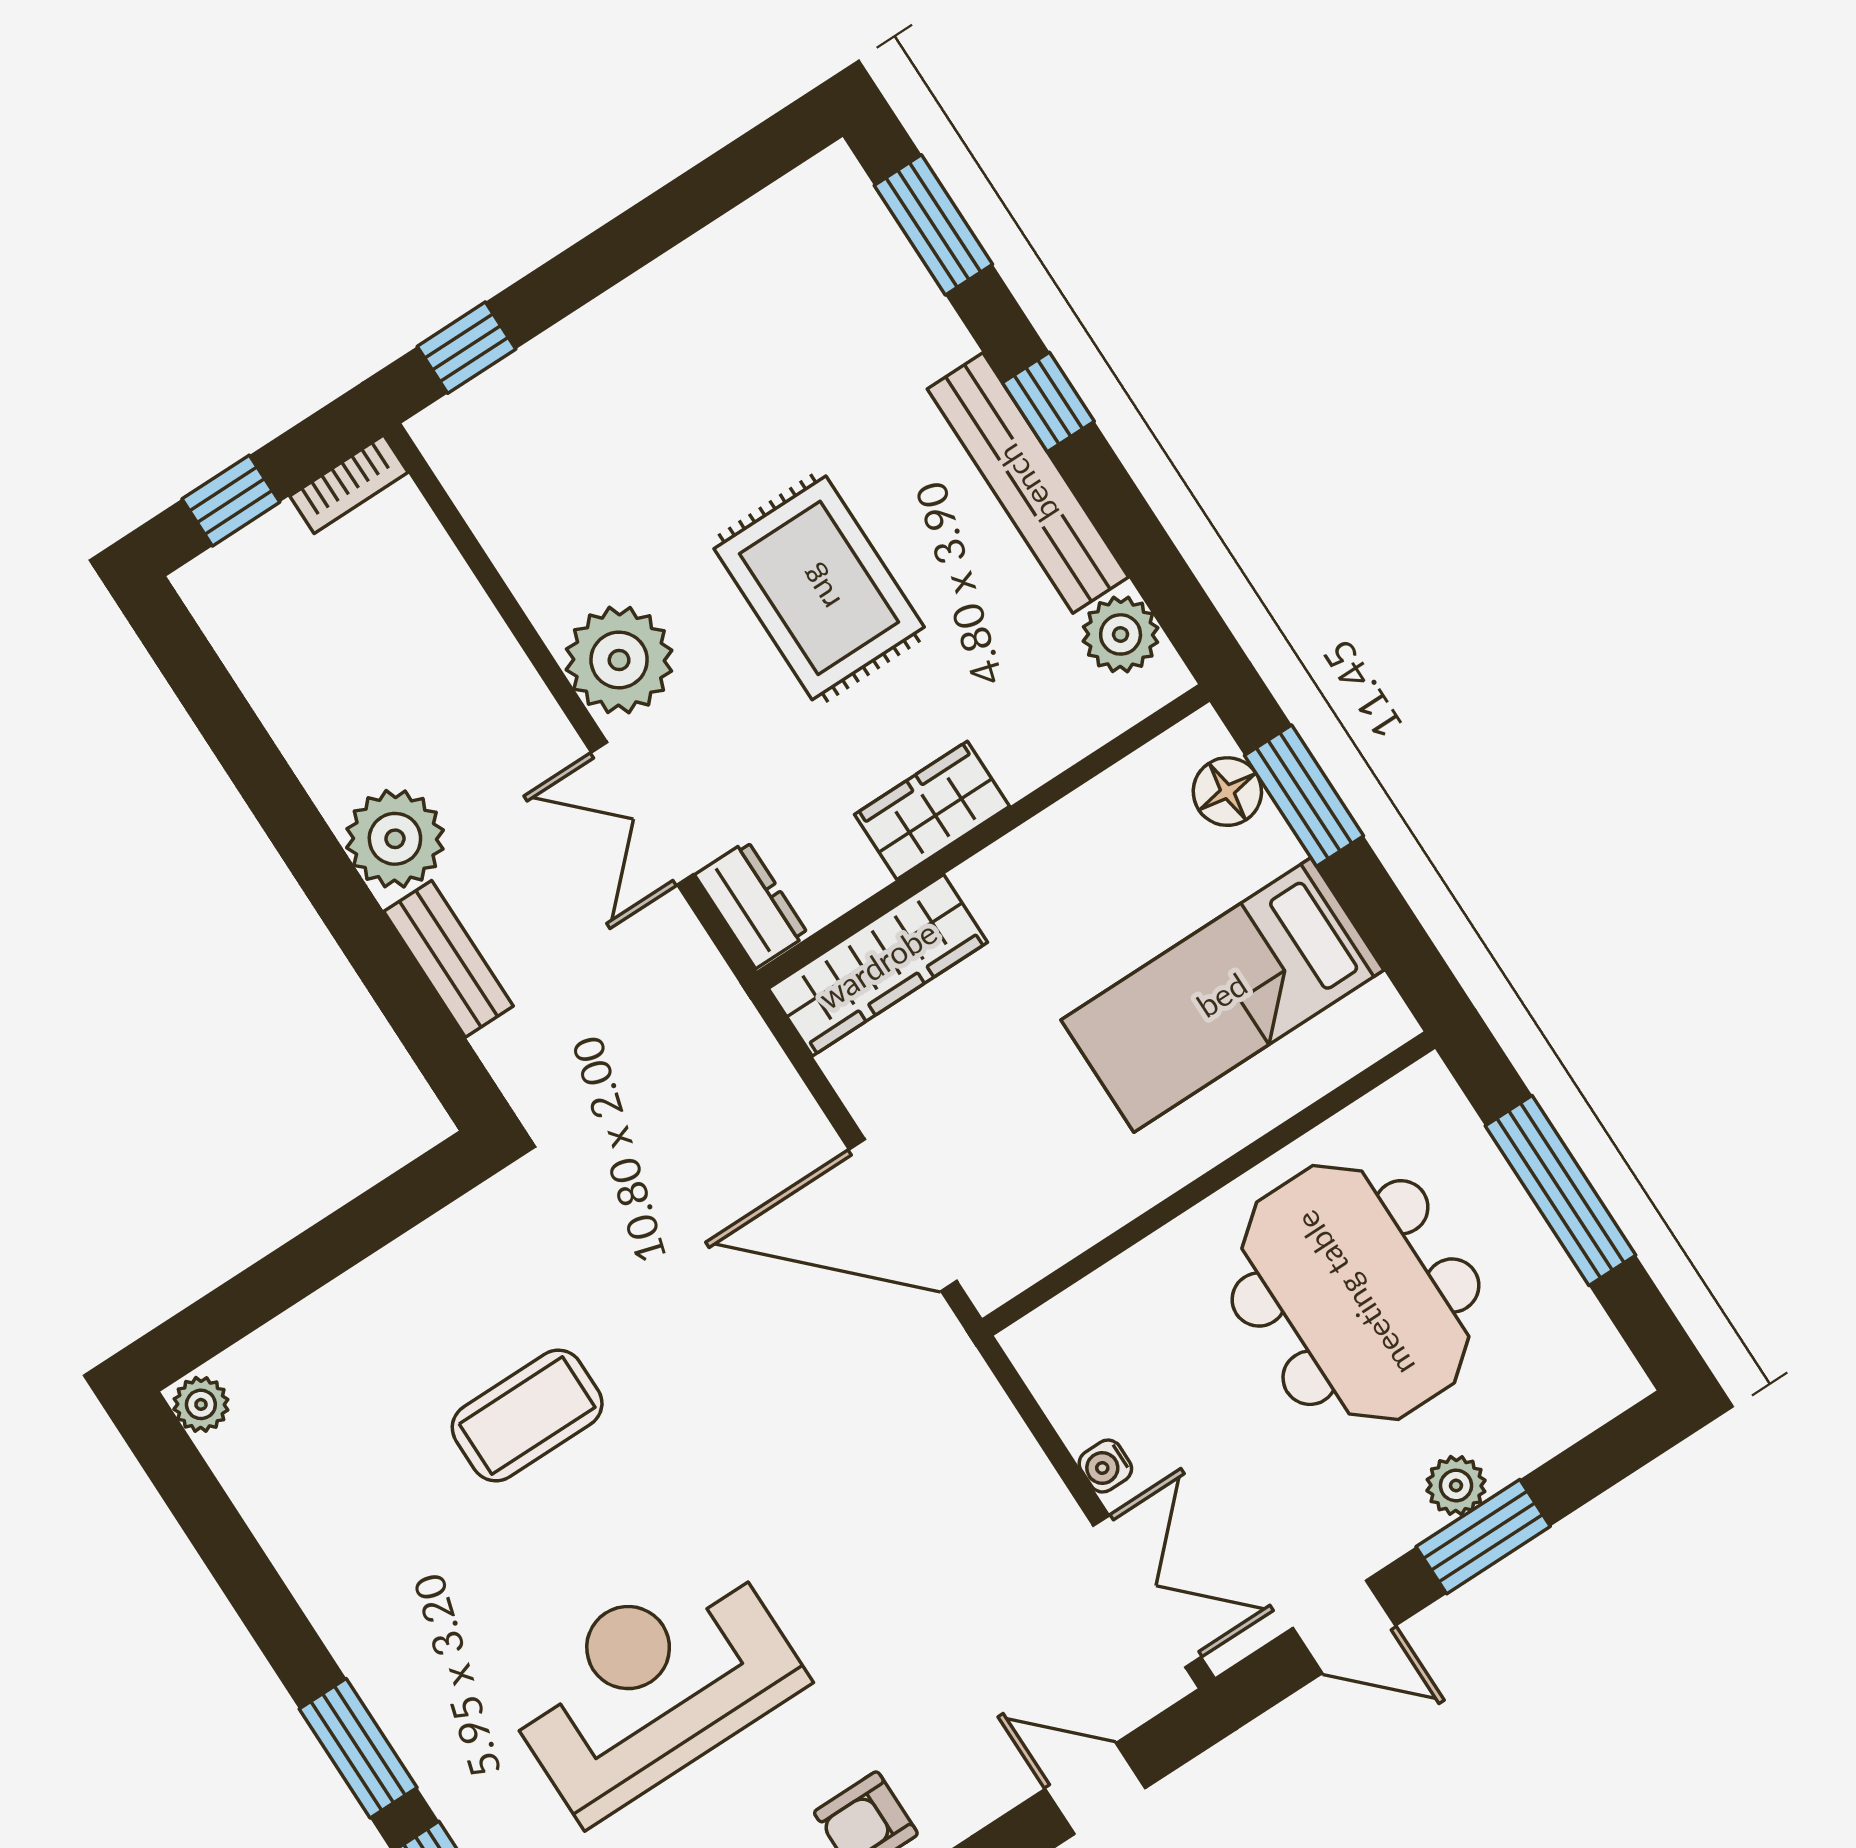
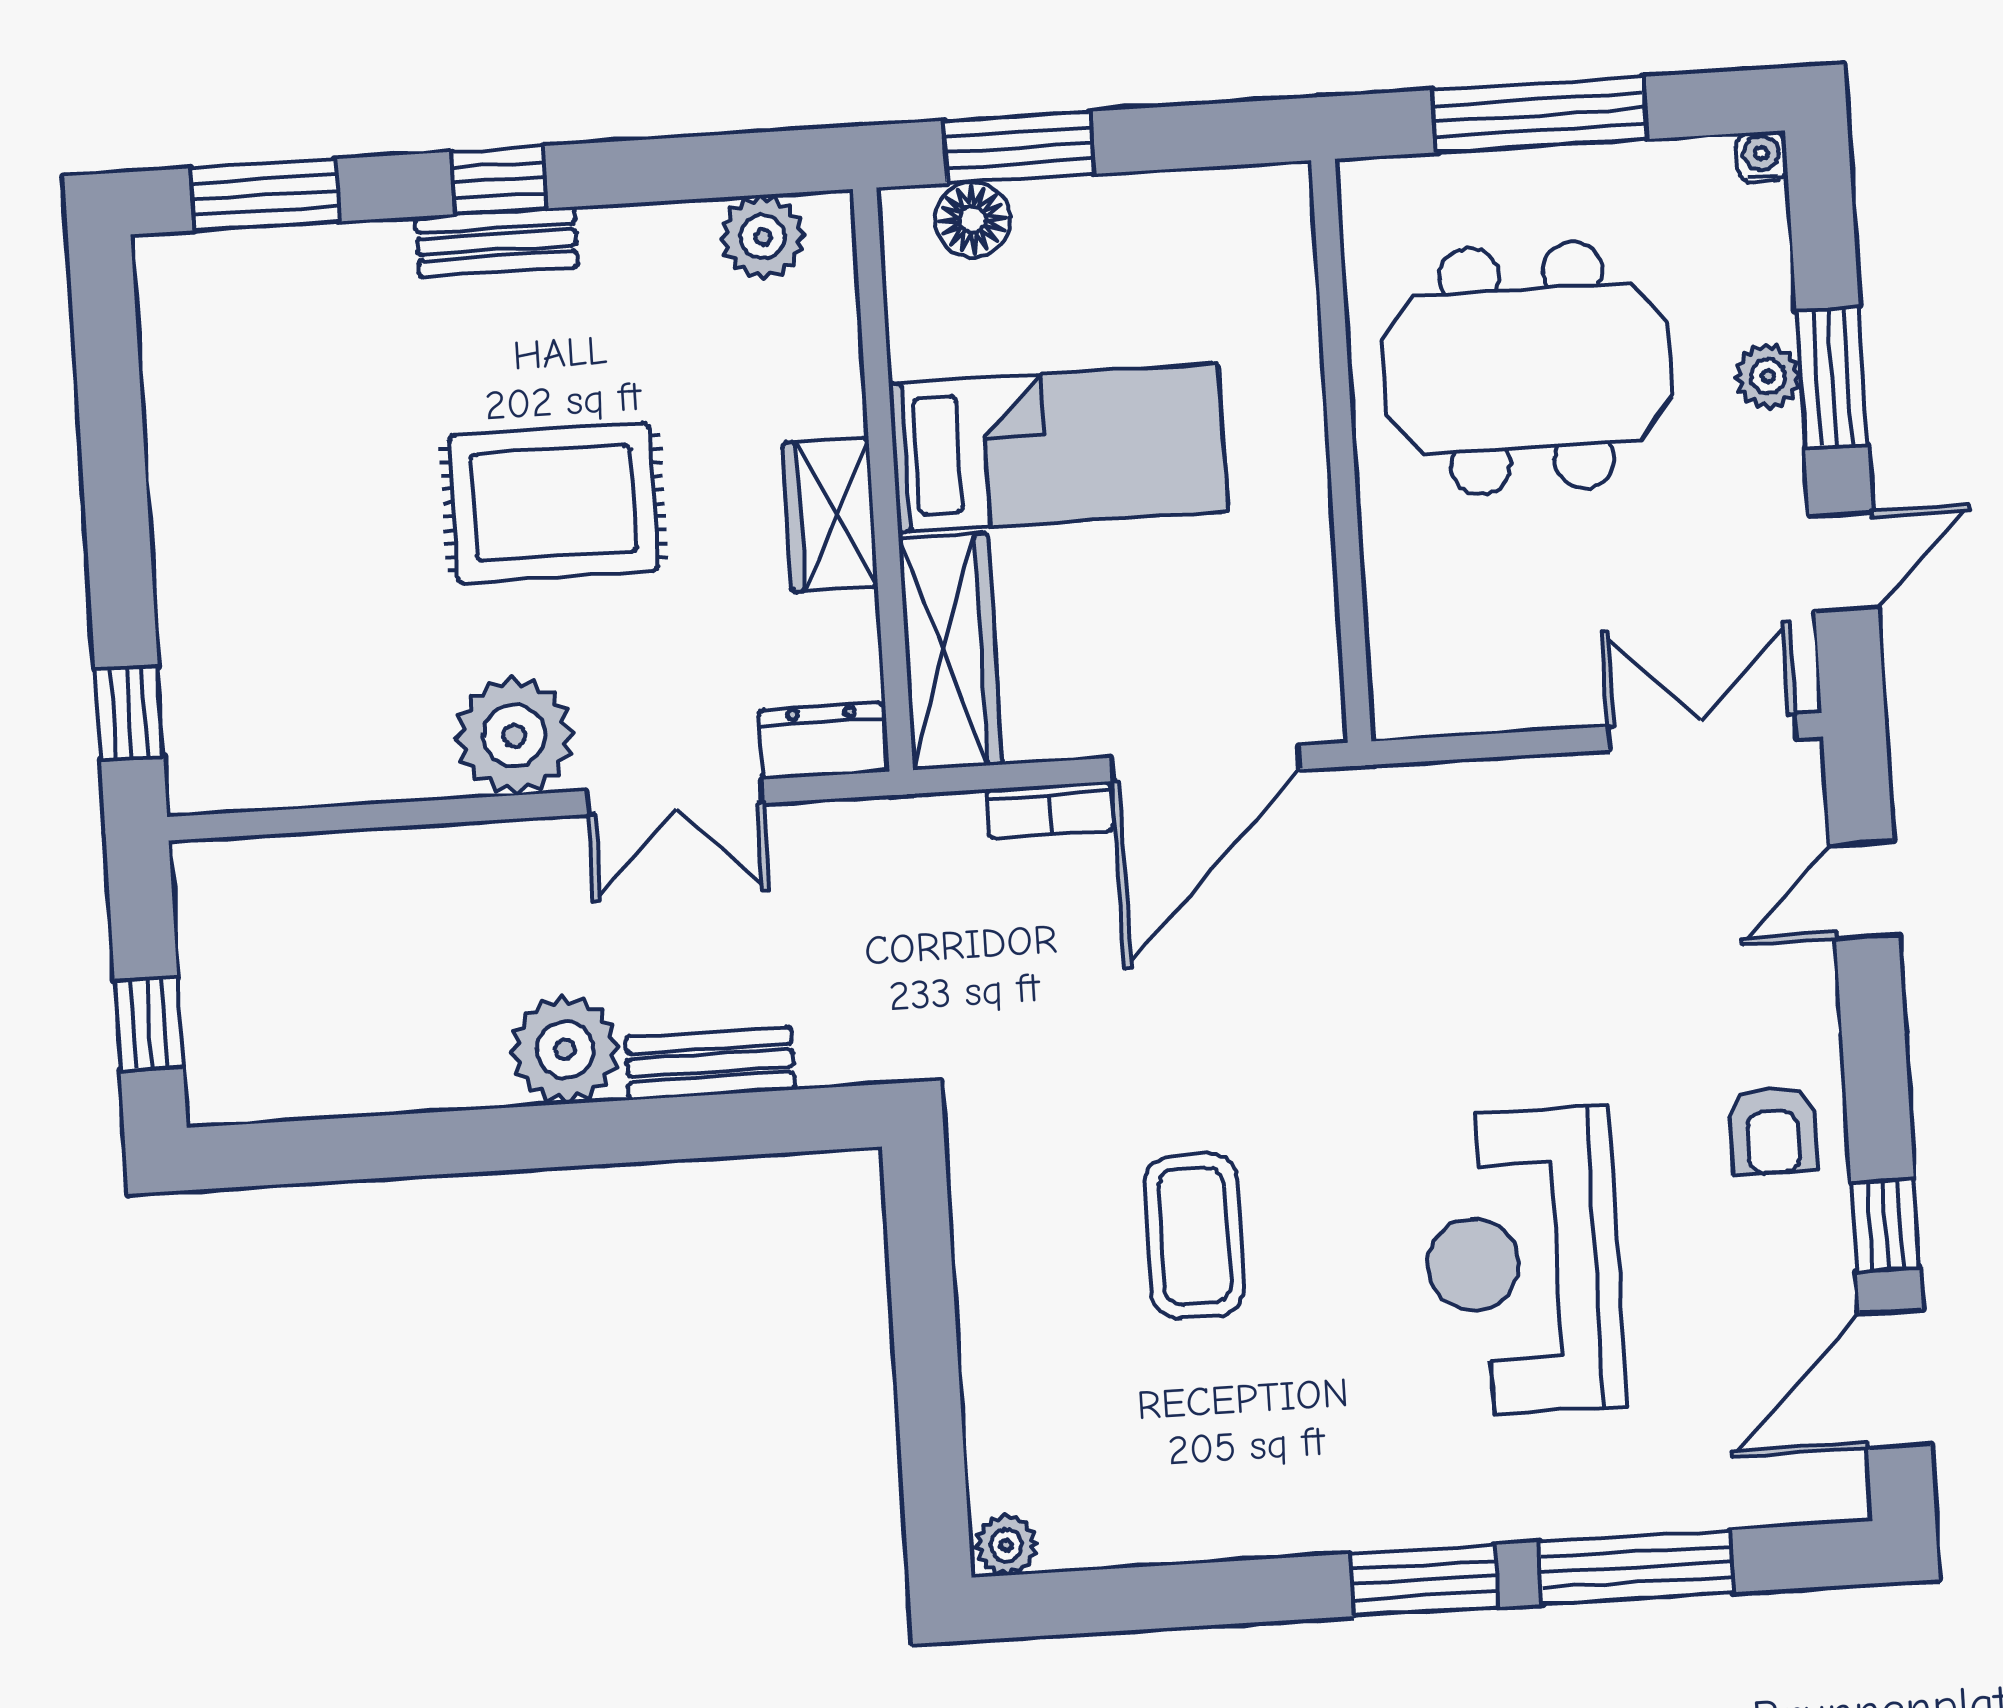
bench: (1028, 483) -> (497, 242), width x0.54, depth x0.82
bookcase: (349, 484) -> (1049, 810), moved, turned 90
bed: (1222, 995) -> (1058, 448), moved, turned -90
water cooler: (1105, 1466) -> (1762, 157), moved, turned 180

